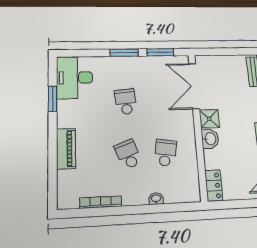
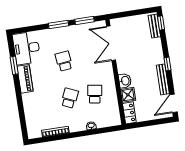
shower: (209, 119) -> (128, 95), moved
piano: (66, 149) -> (25, 79), moved
school desk: (128, 154) -> (70, 98), turned 45

